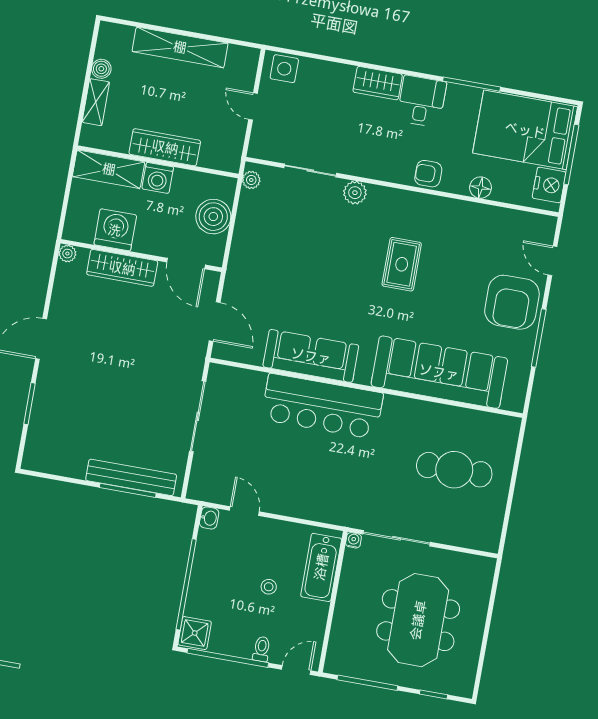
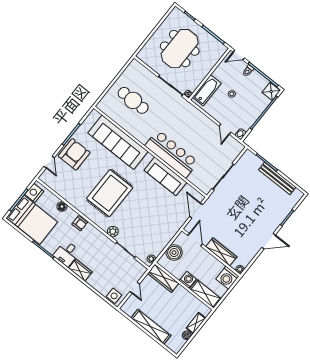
wardrobe: (165, 147) -> (163, 278), moved
washing machine: (115, 230) -> (227, 278), moved
rug: (402, 264) -> (110, 193), width x1.86, depth x2.06
bench: (131, 477) -> (277, 178), moved

